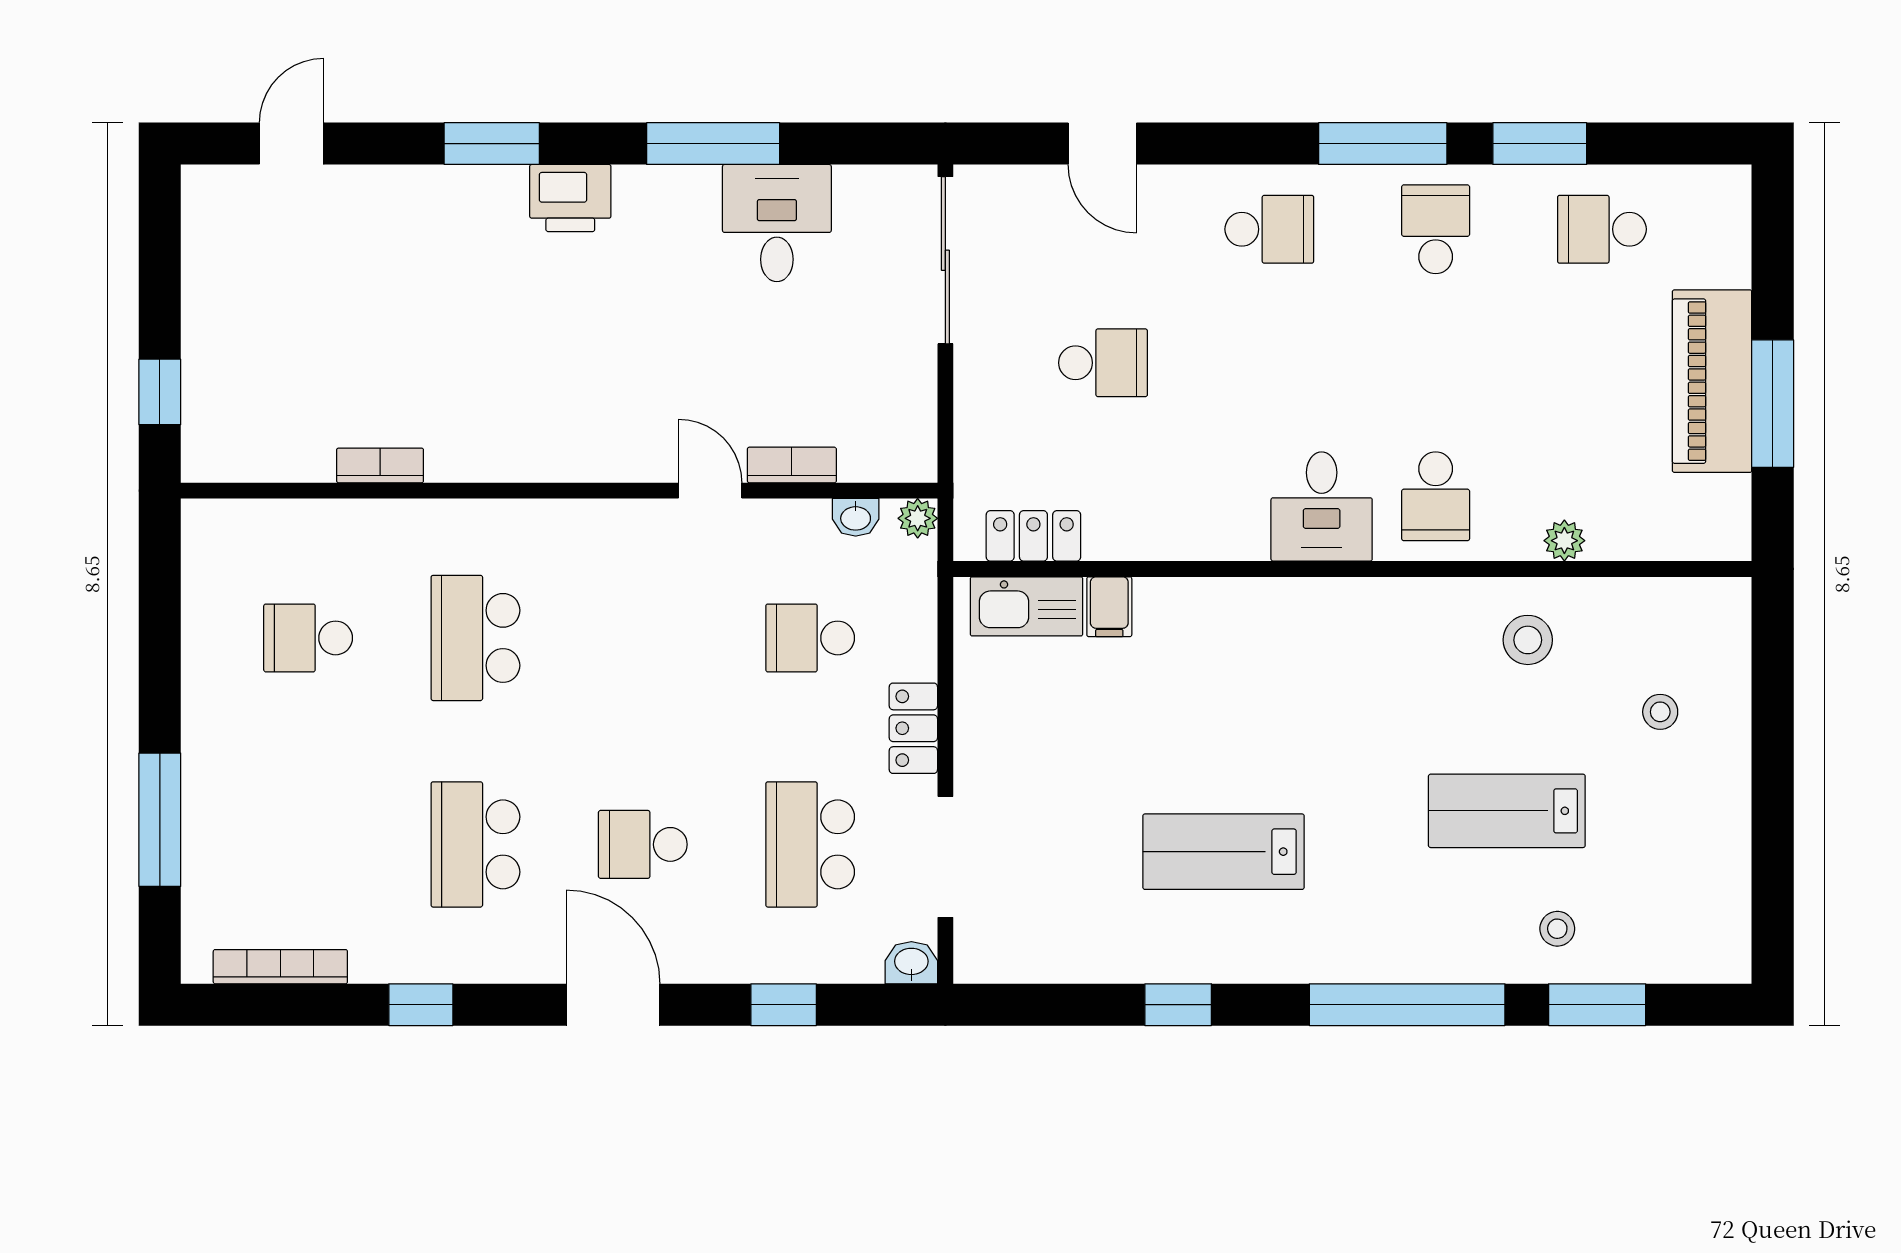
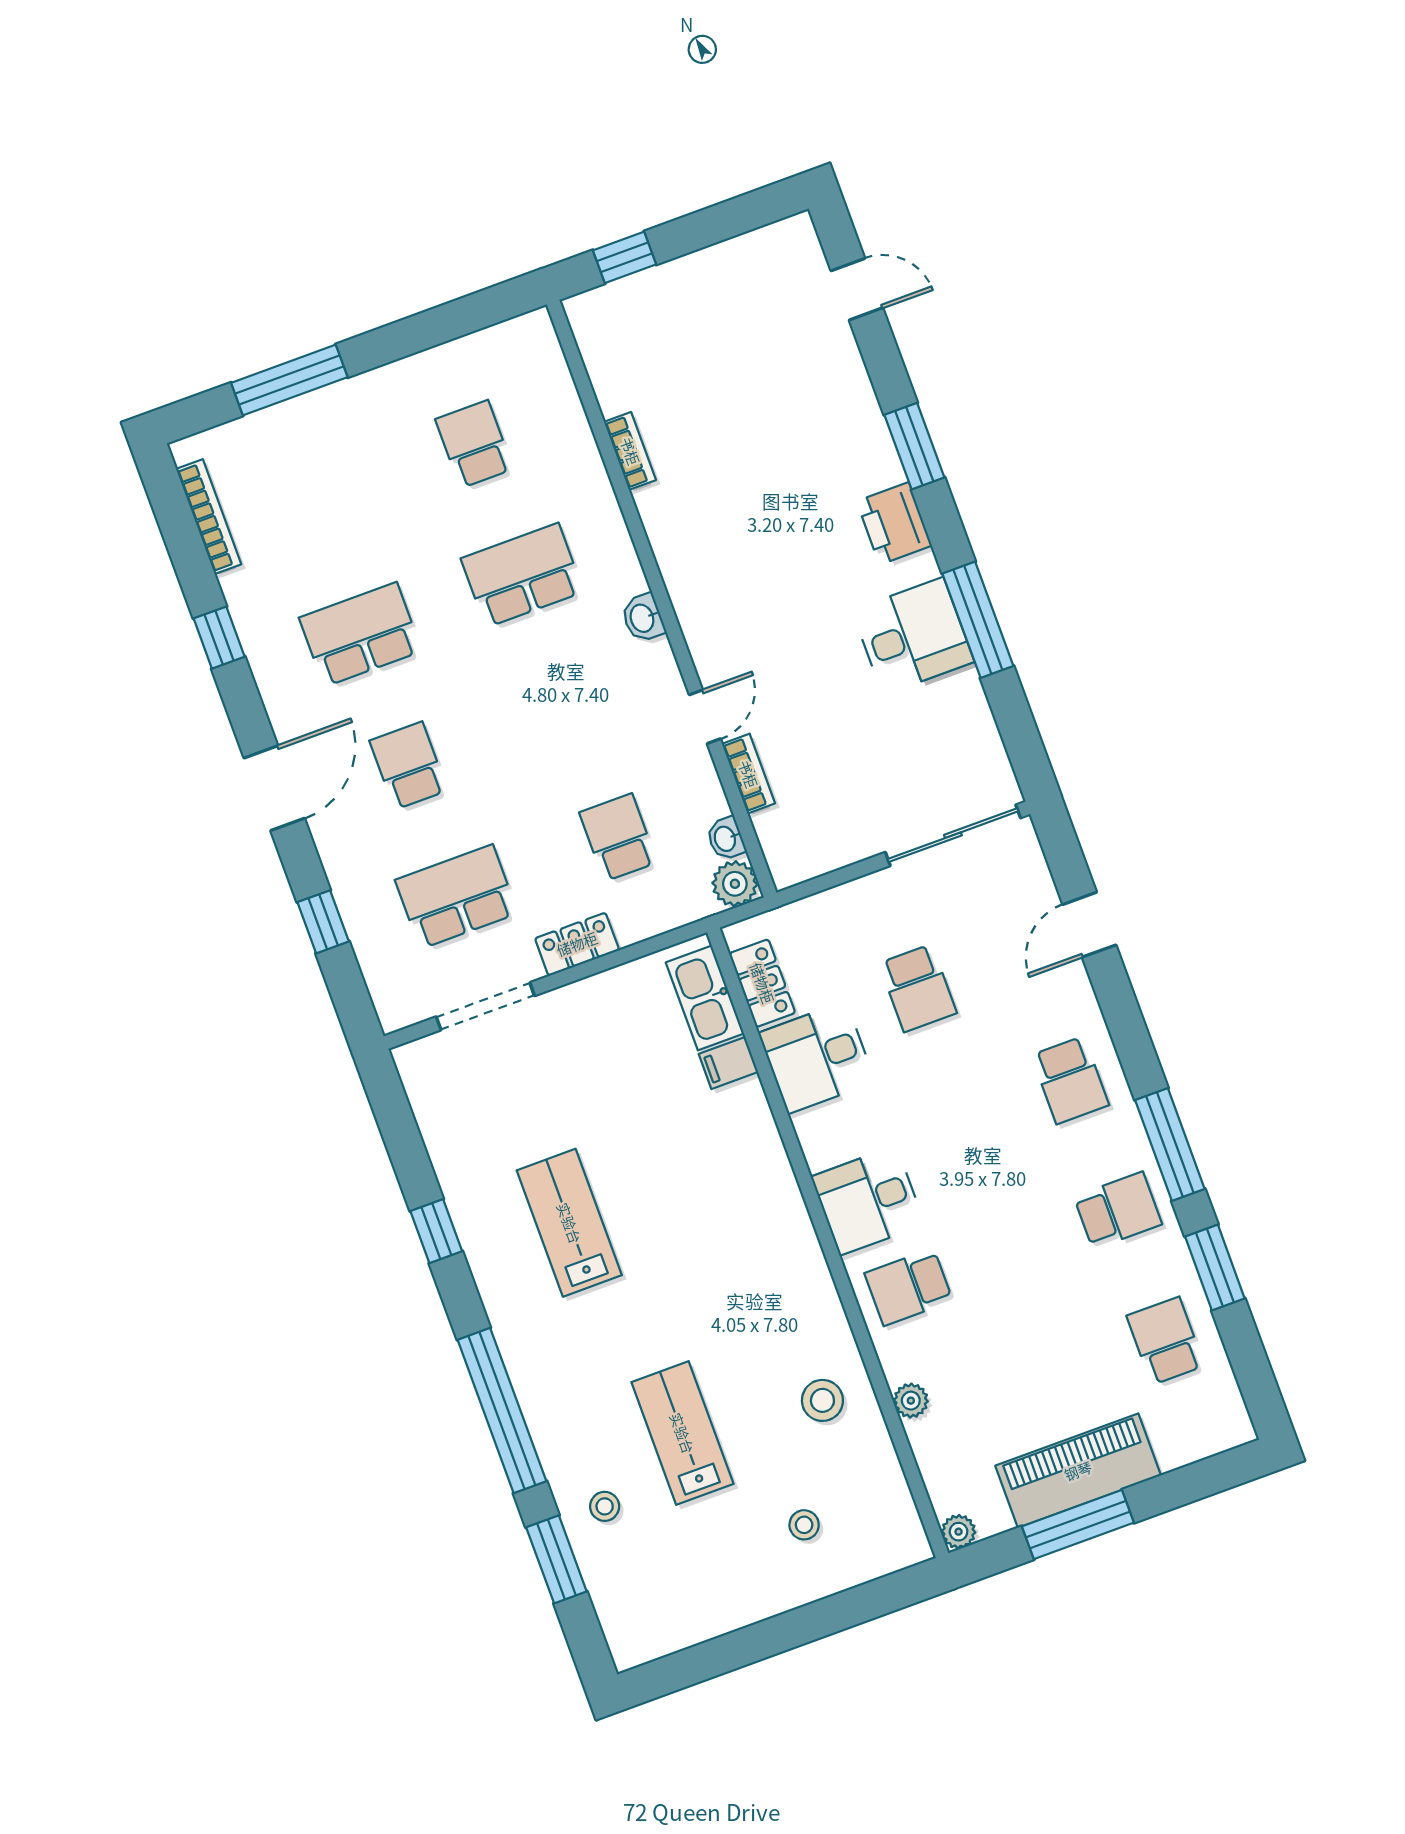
desk: (777, 223) -> (913, 636), moved
desk: (1140, 505) -> (817, 1057), added
plant: (918, 518) -> (735, 884), width x1.38, depth x1.38
plant: (1731, 541) -> (959, 1532), added
washbasin: (911, 963) -> (643, 618), moved, turned 180

